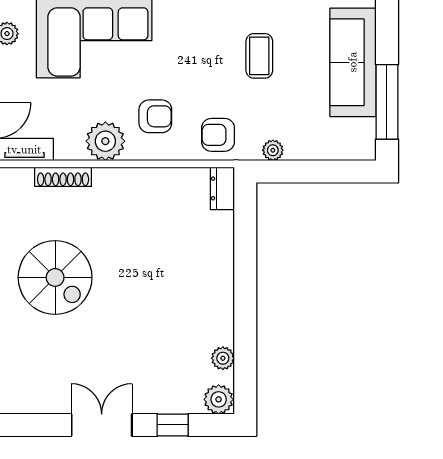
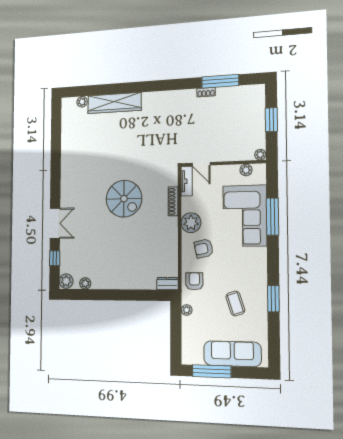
coffee table: (259, 56) -> (235, 303), turned 72
armchair: (155, 116) -> (204, 249), turned 78
spiral stairs: (55, 277) -> (124, 199), turned -90

